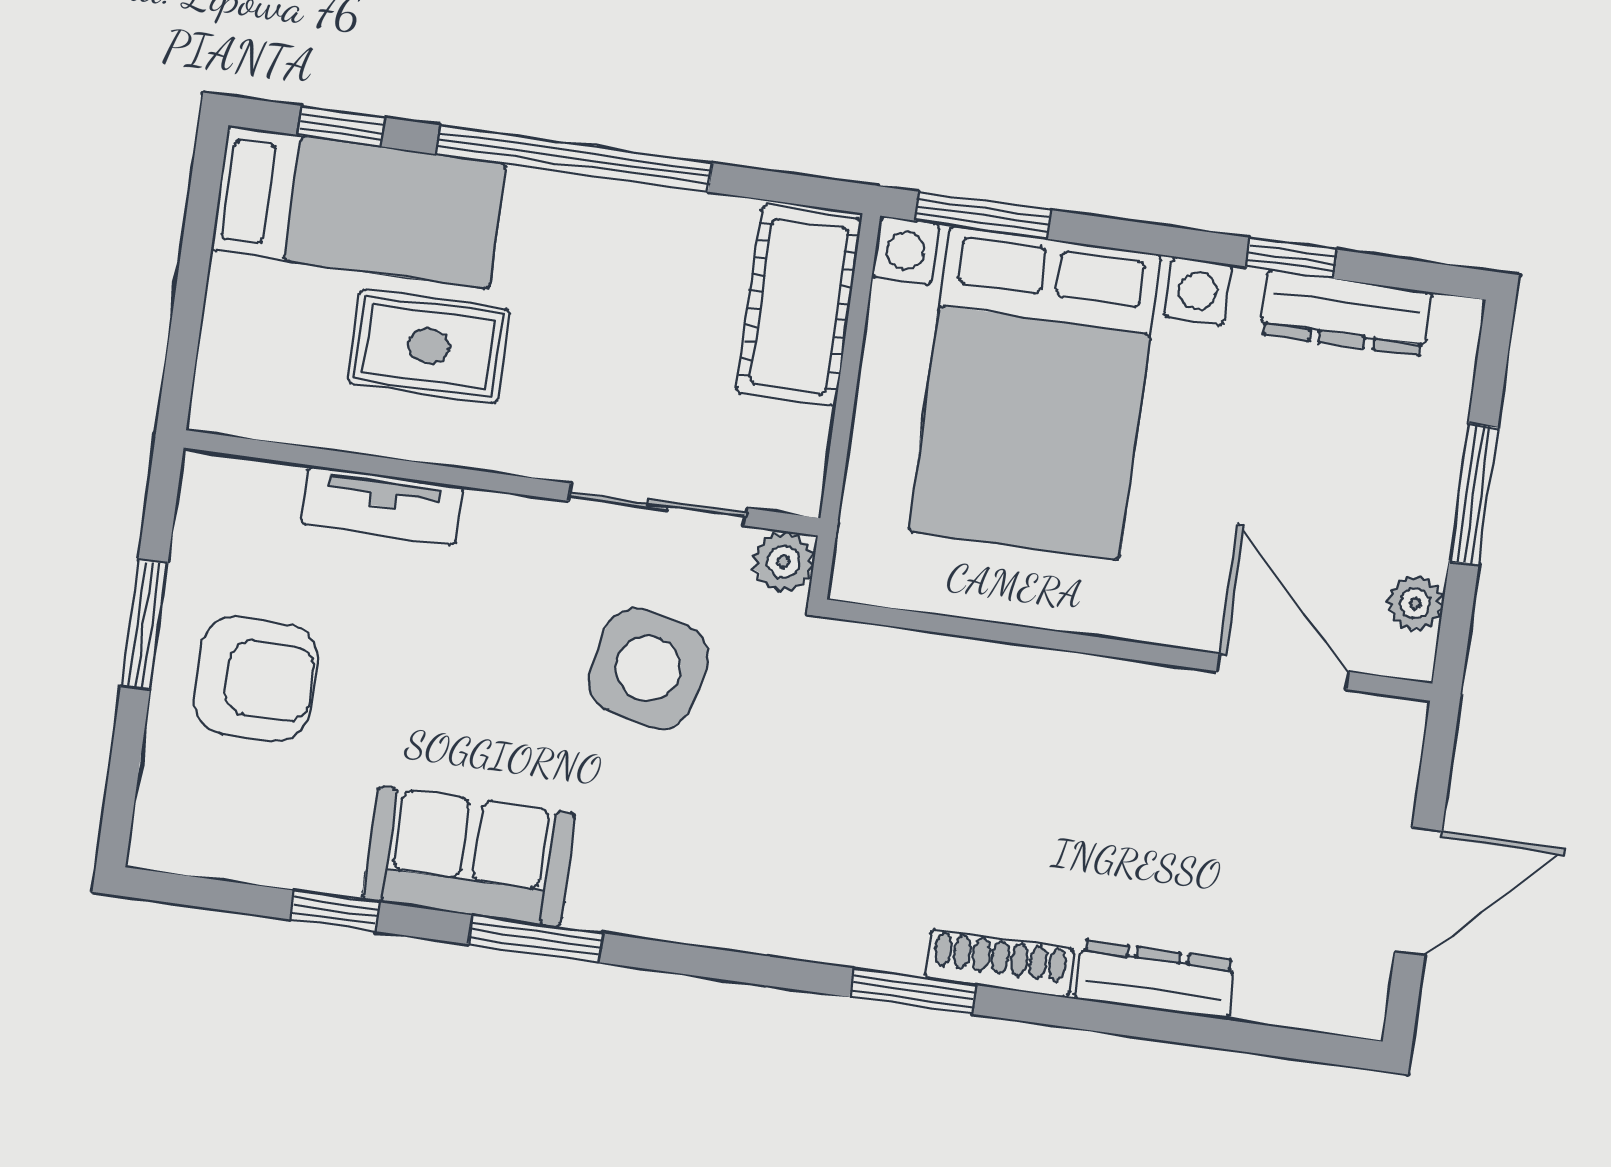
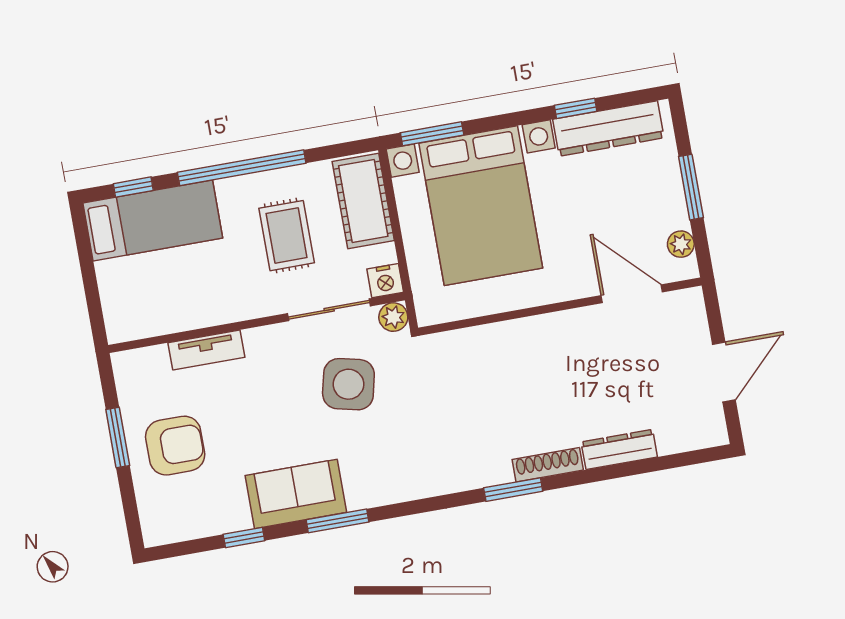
dresser: (1345, 313) -> (608, 129), width x1.37, depth x1.24
rug: (429, 346) -> (287, 236), moved, turned 90
nightstand: (791, 482) -> (385, 281), added

